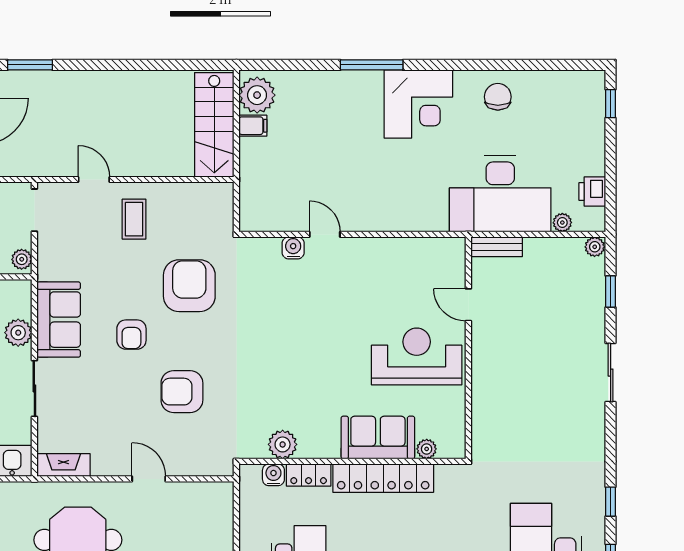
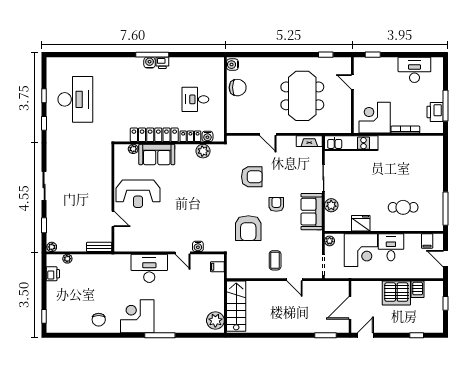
filing cabinet: (253, 126) -> (217, 267), moved
desk: (500, 194) -> (149, 268), moved, width x0.73, depth x0.77

